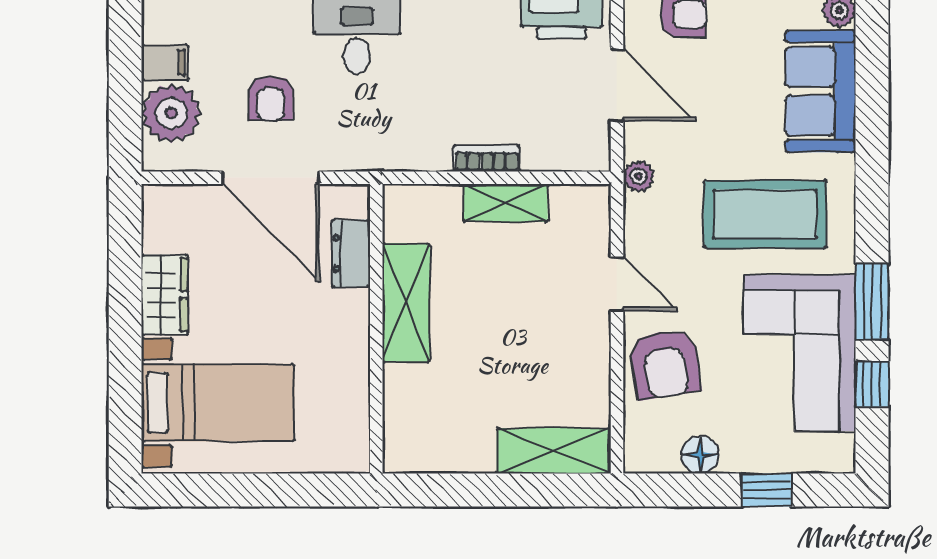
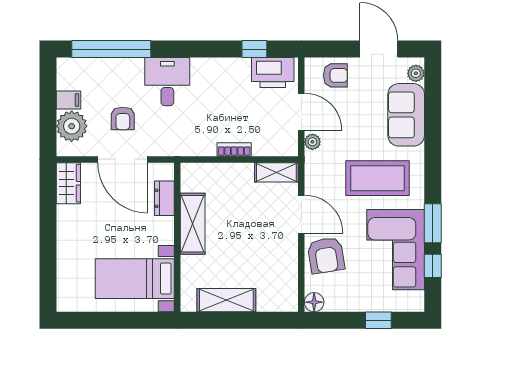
plant: (639, 176) -> (312, 142), moved
shelving: (505, 203) -> (276, 172), moved
door: (617, 284) -> (301, 214), width x1.38
wardrobe: (165, 295) -> (68, 183), moved
bed with nightstands: (218, 403) -> (135, 279), moved, turned 180
shelving: (554, 451) -> (226, 300), moved
floor lamp: (700, 455) -> (314, 302), moved

